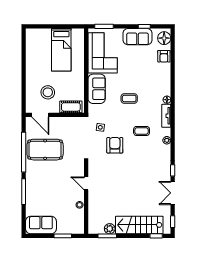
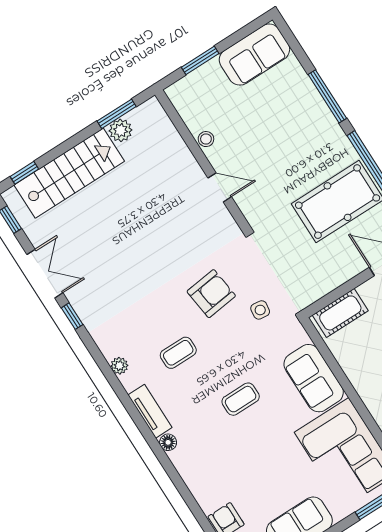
armchair: (115, 145) -> (211, 294), turned -97

